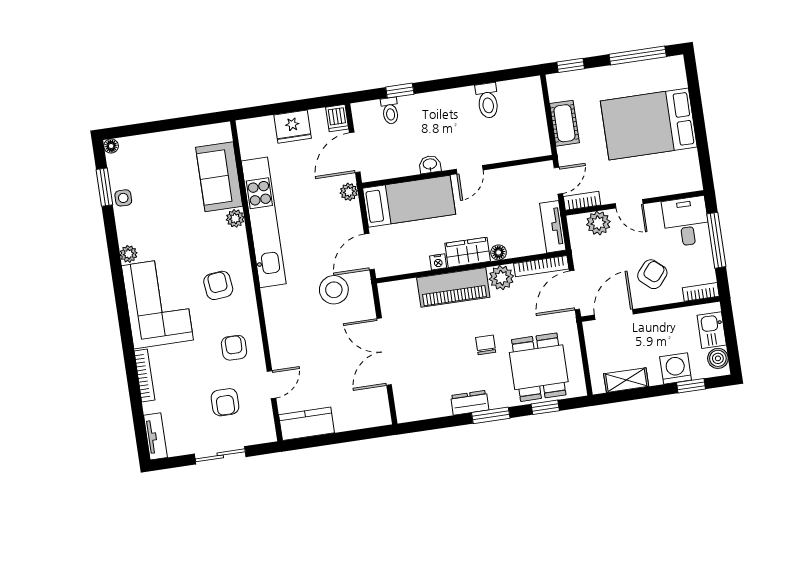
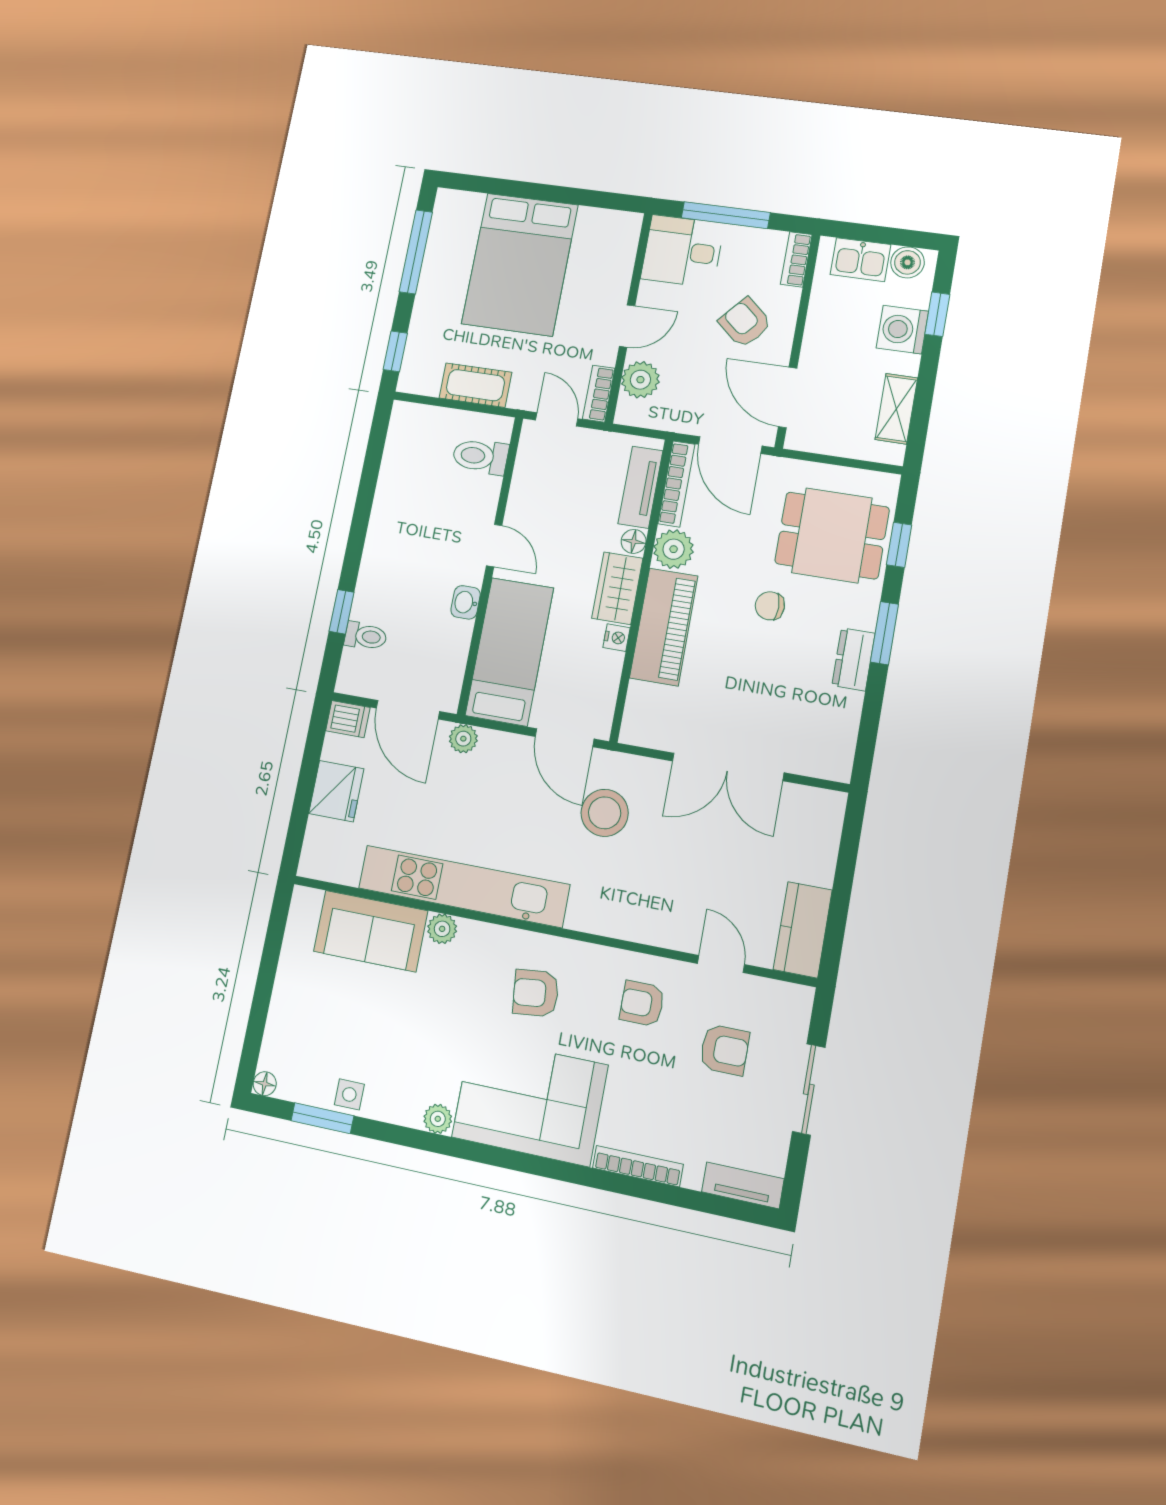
toilet: (487, 101) -> (480, 456), moved, turned 180
tv unit: (553, 227) -> (640, 487), moved, turned 90

